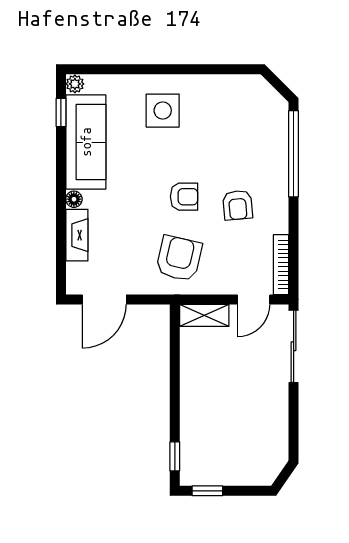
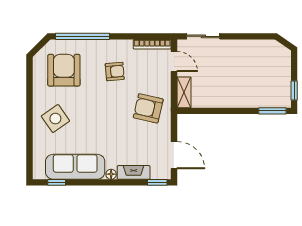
plant: (75, 84) -> (39, 174), removed
side table: (163, 111) -> (55, 119), turned -35
armchair: (184, 197) -> (64, 70), moved, width x1.88, depth x1.88
window: (61, 273) -> (157, 182), added
sliding door: (294, 346) -> (203, 36), width x0.73
window: (175, 456) -> (272, 111), width x1.50

